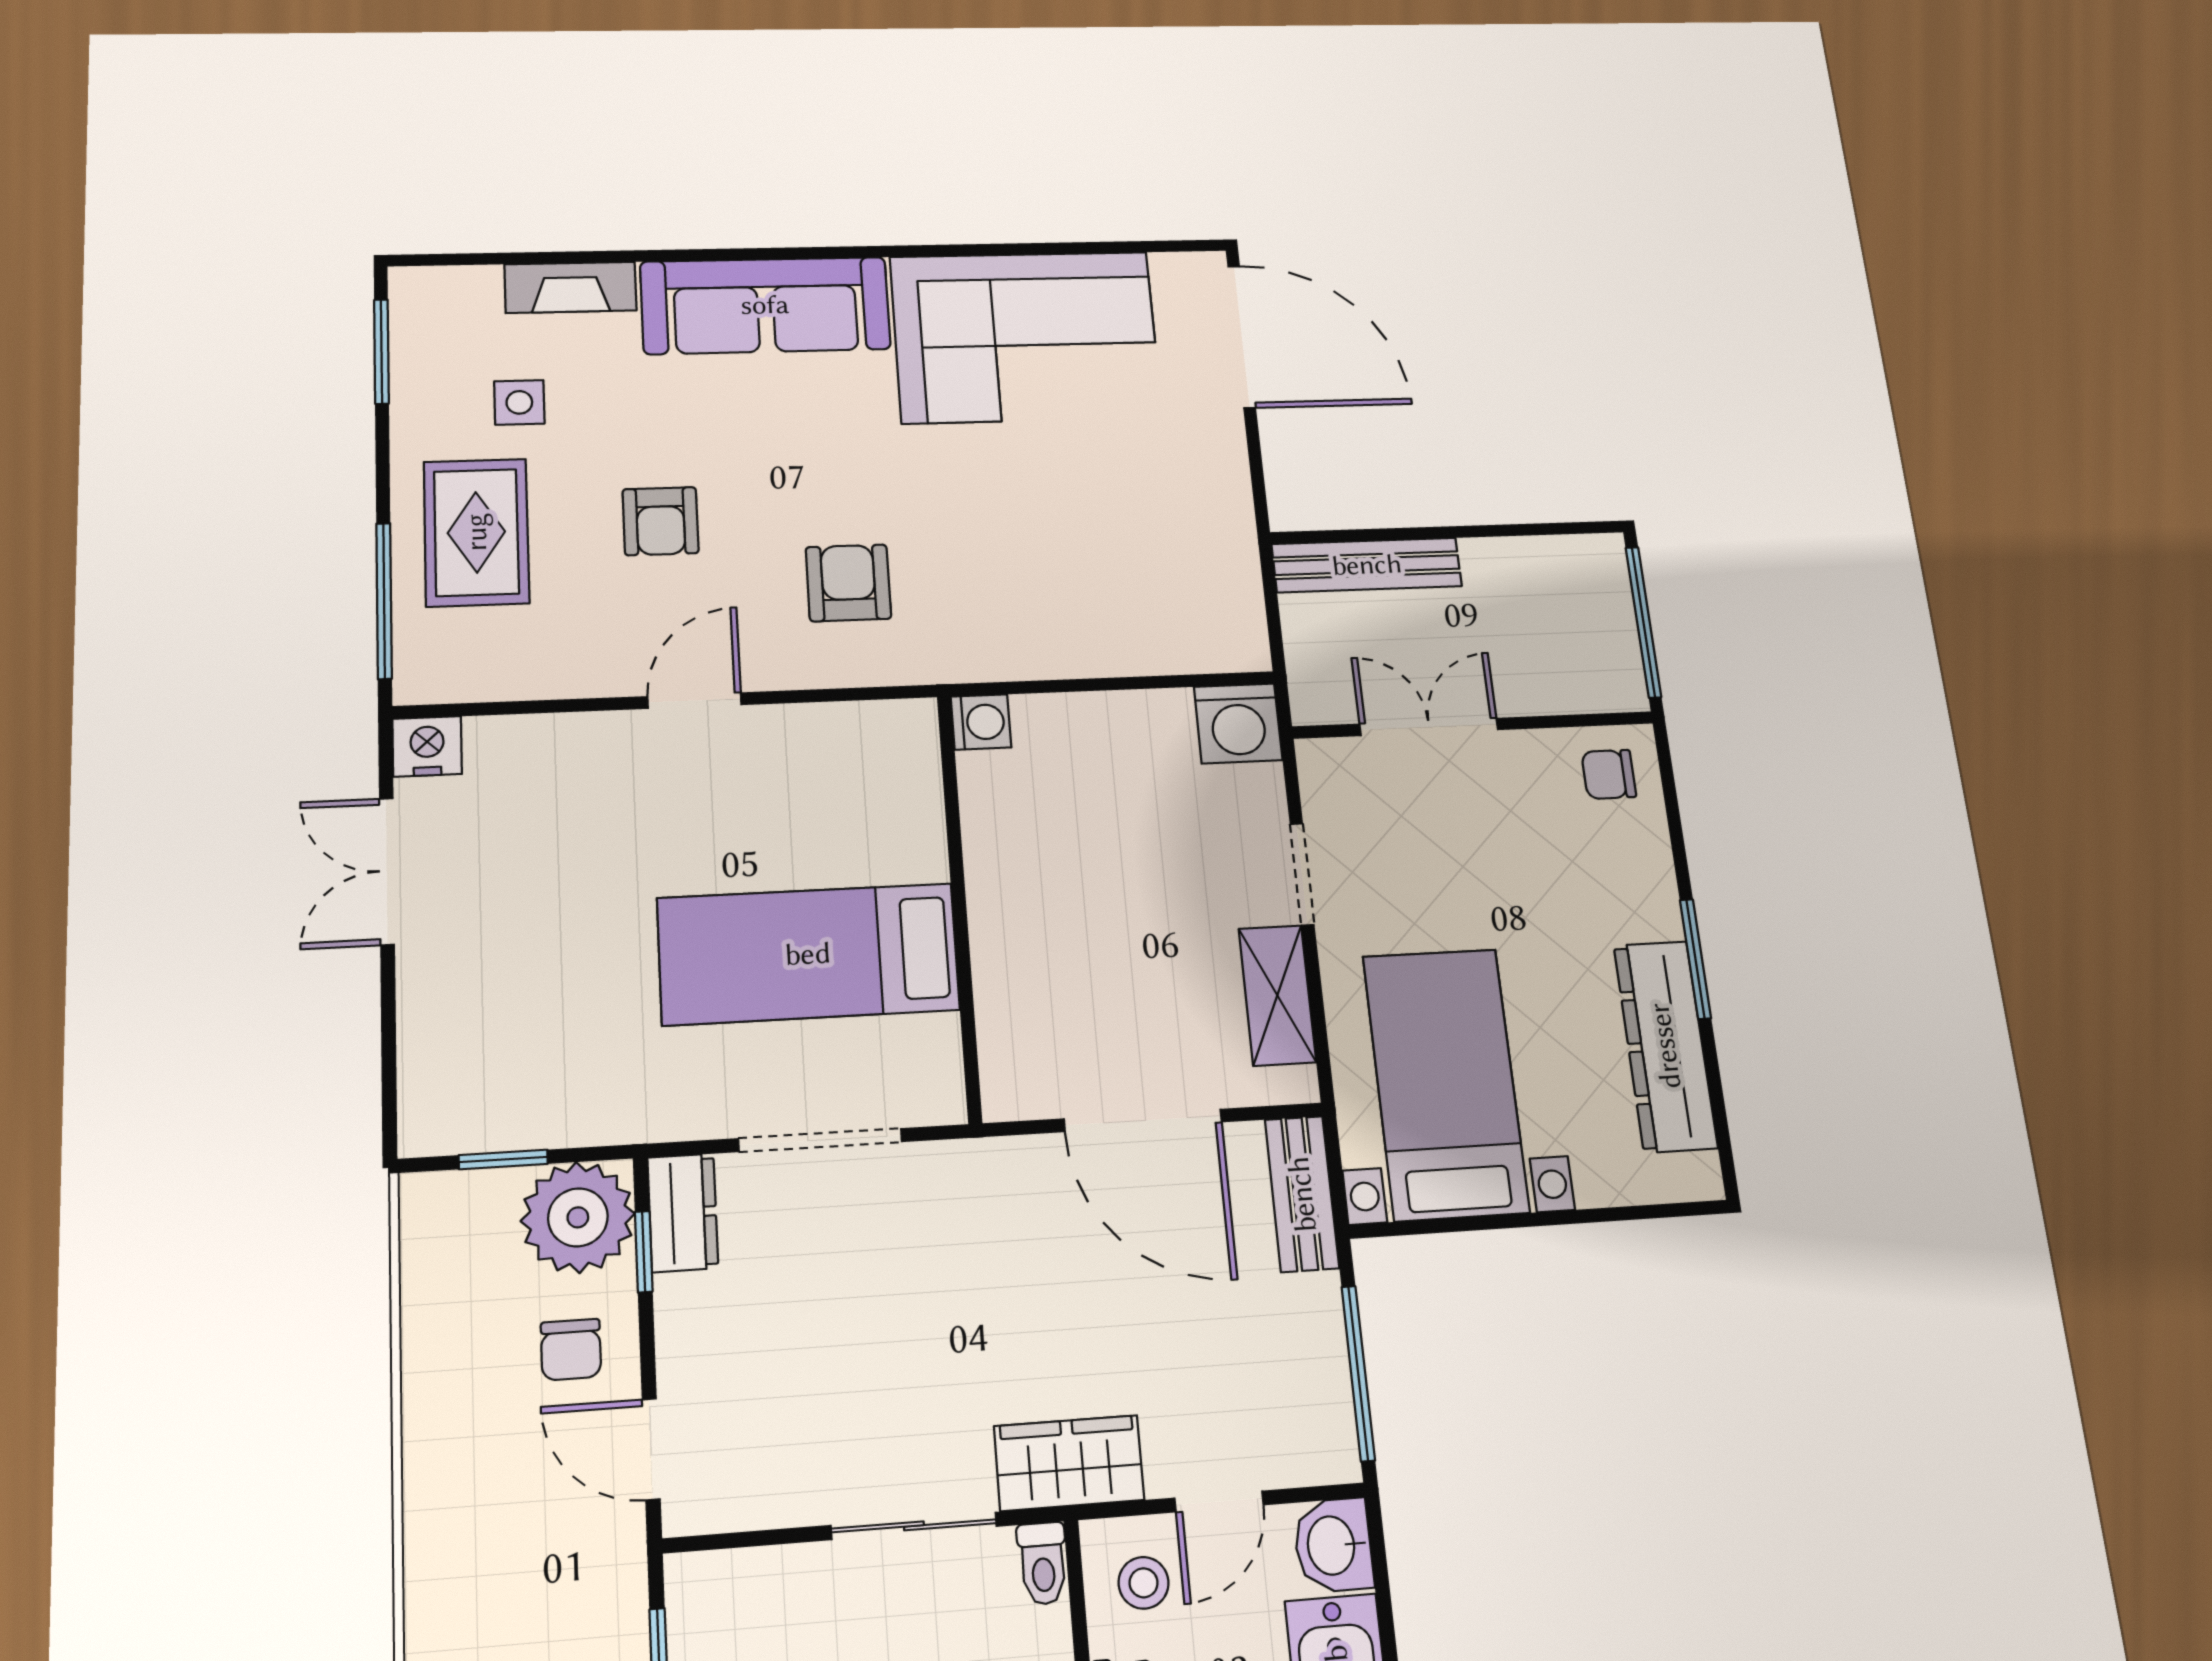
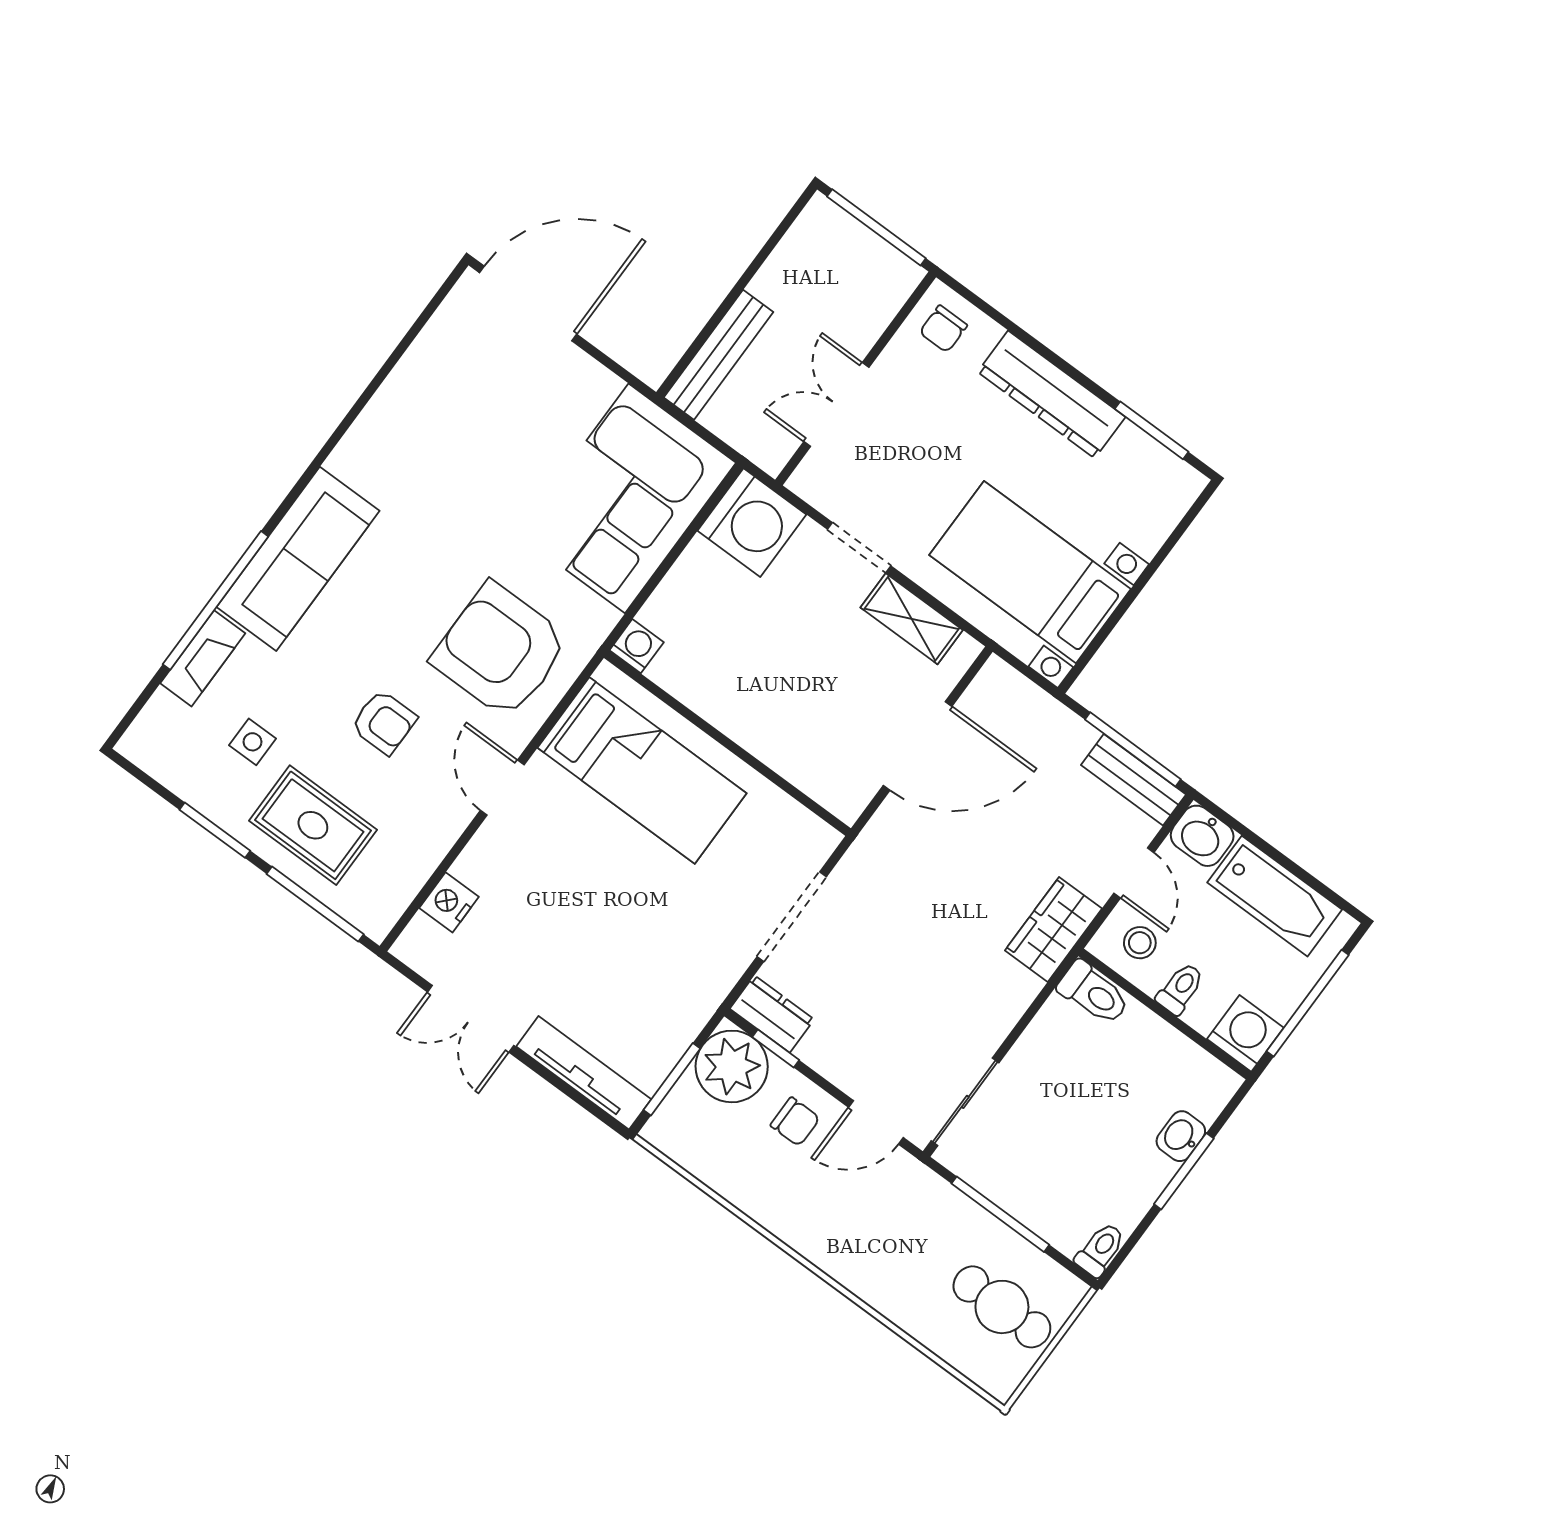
window: (647, 256) -> (216, 600), added
corner sofa: (1026, 337) -> (627, 498), moved, turned 180
window: (381, 352) -> (215, 830), moved
armchair: (848, 583) -> (500, 651), width x1.88, depth x1.88
washing machine: (1238, 723) -> (752, 523), width x1.37, depth x1.37
nightstand: (427, 746) -> (449, 902), moved
bed: (808, 954) -> (642, 770), moved, turned -90
window: (1695, 959) -> (1152, 430), moved
dresser: (1665, 1046) -> (1051, 394), moved
tv unit: (426, 1051) -> (584, 1073), added
window: (503, 1159) -> (672, 1079), width x1.50
bench: (1302, 1194) -> (1133, 780), moved
sliding door: (914, 1526) -> (965, 1102), moved
toilet: (1043, 1563) -> (1094, 993), width x1.37, depth x1.39

